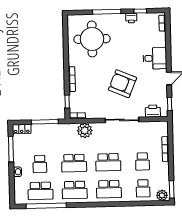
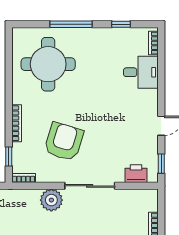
printer: (131, 18) -> (107, 34), removed
desk: (155, 58) -> (141, 72), moved
armchair: (123, 84) -> (64, 142), moved, turned 84
plant: (85, 130) -> (51, 200), moved

